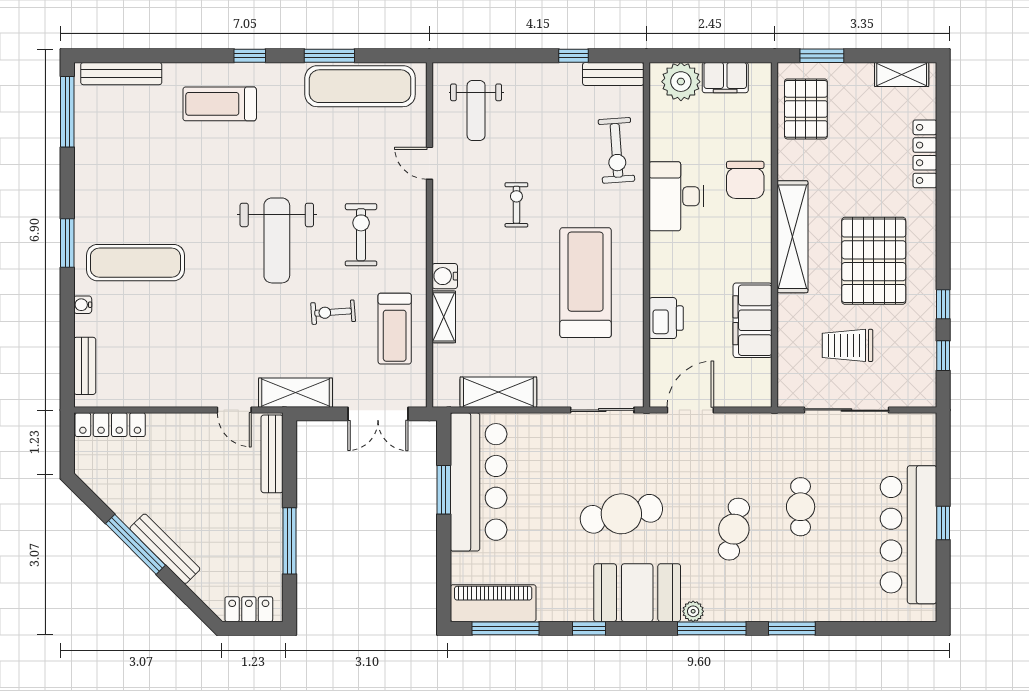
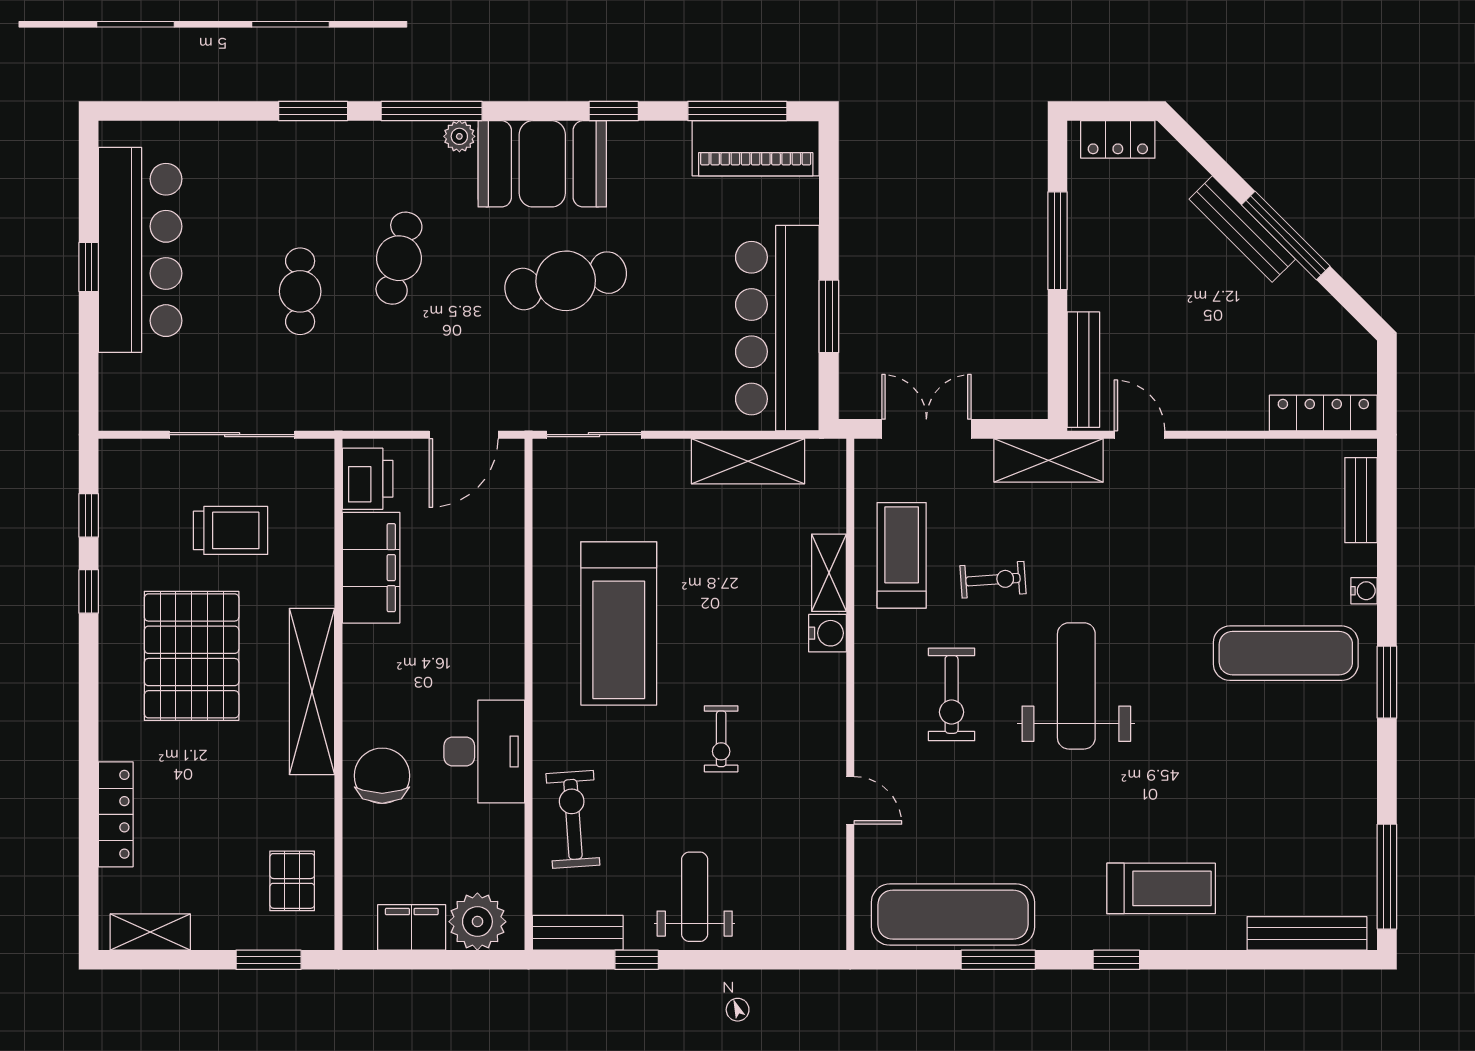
pallet: (806, 109) -> (292, 881), width x0.67, depth x0.71
weight bench: (476, 110) -> (695, 897), moved
printer: (666, 318) -> (368, 479), moved, turned 180

